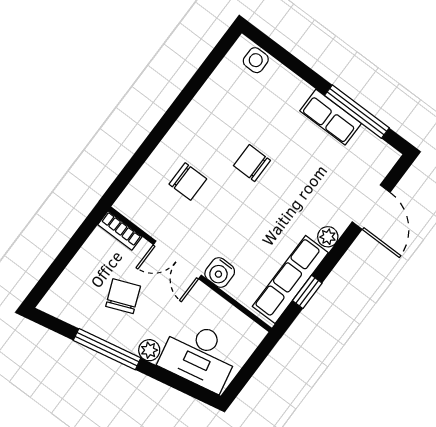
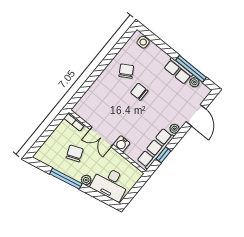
plant: (365, 139) -> (194, 82), added
chair: (188, 182) -> (126, 71), moved, turned -121

